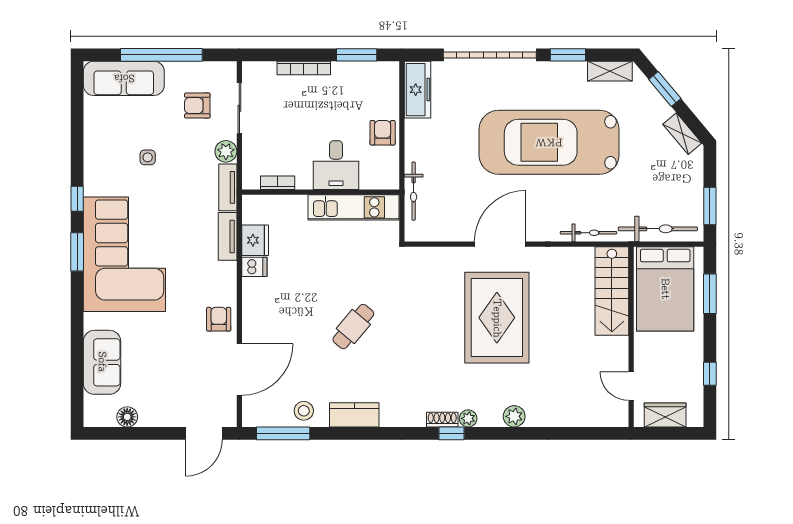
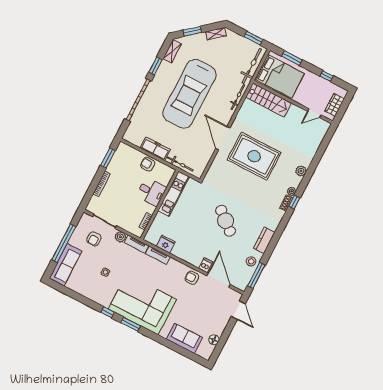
freezer: (418, 90) -> (155, 149), moved
dishwasher: (254, 267) -> (206, 265), moved
cafe table: (353, 327) -> (226, 221), width x1.37, depth x1.35

